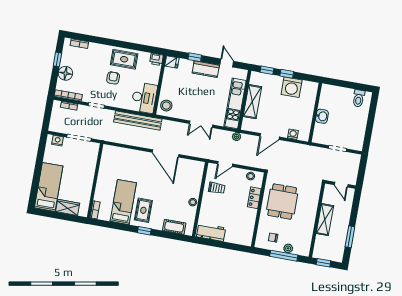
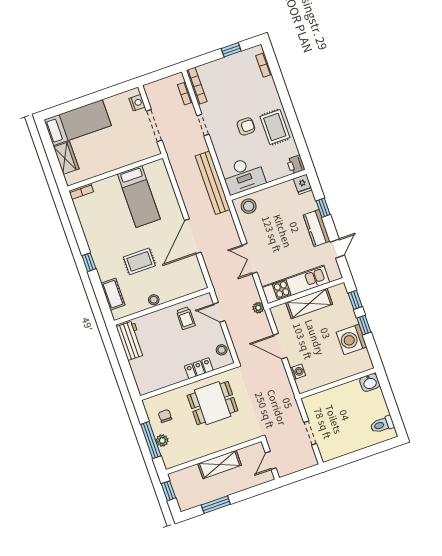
floor lamp: (65, 73) -> (220, 68), removed
washbasin: (322, 116) -> (370, 382), moved
bed: (123, 202) -> (139, 196), moved, turned 90
rug: (143, 210) -> (139, 261), moved

